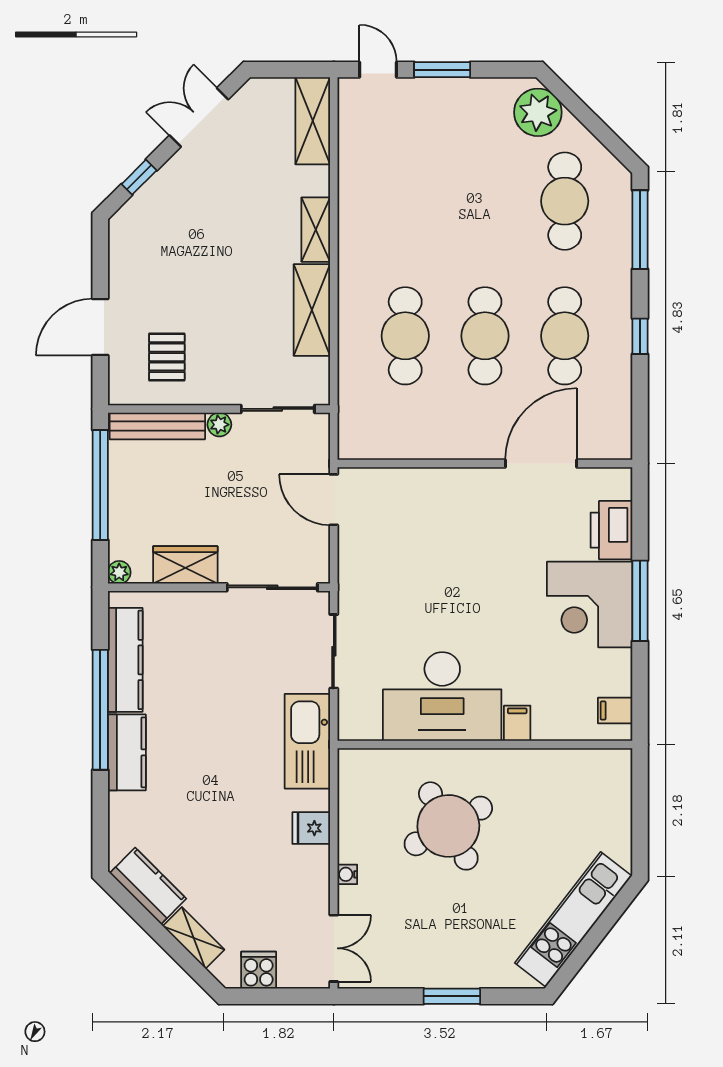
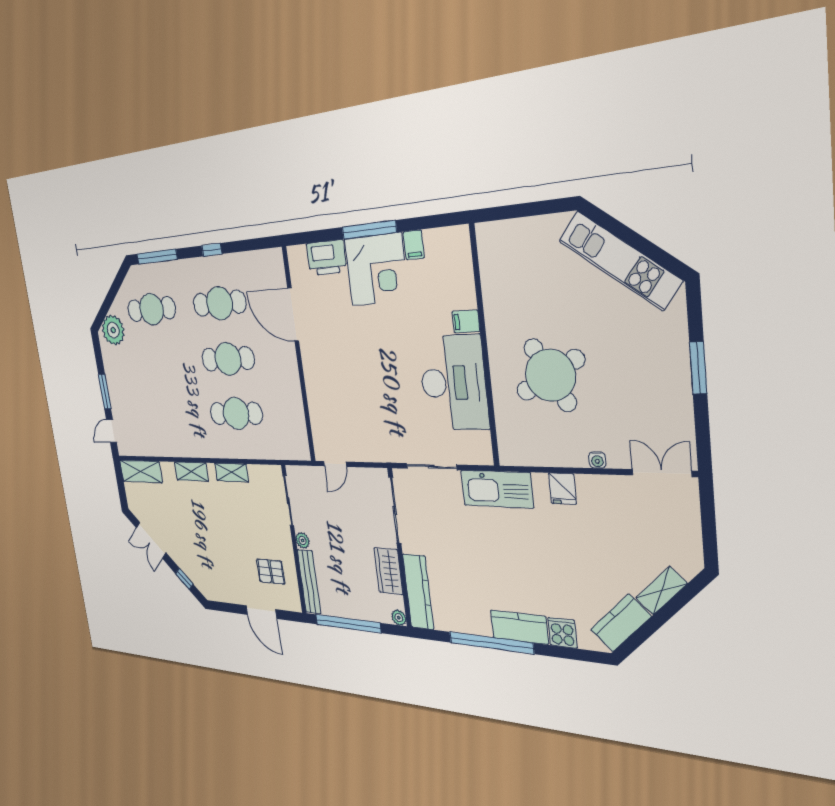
shelving: (312, 310) -> (232, 472), width x0.67, depth x0.75
door: (334, 500) -> (335, 464), width x0.73
kitchen counter: (125, 660) -> (418, 592), moved, turned 90
filing cabinet: (615, 711) -> (414, 245), moved
cooker: (259, 970) -> (562, 633), moved, turned 90

